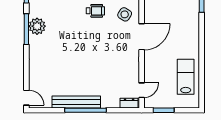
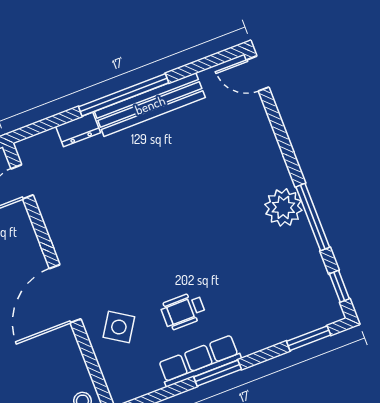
plant: (37, 26) -> (283, 207), moved
dresser: (129, 103) -> (78, 130), moved

